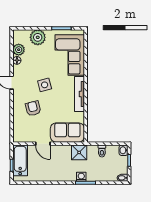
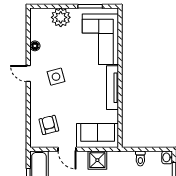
plant: (19, 50) -> (37, 33), removed
side table: (45, 85) -> (56, 77), moved
armchair: (33, 108) -> (49, 125), moved
shower: (79, 152) -> (97, 160), moved

